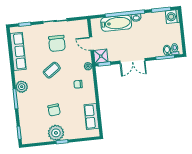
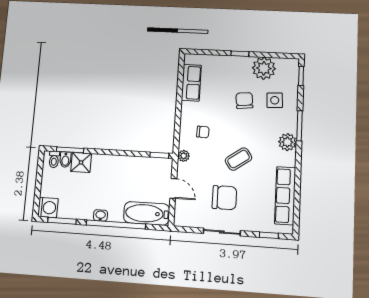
bathtub: (116, 23) -> (147, 213), moved
chair: (57, 43) -> (224, 198), turned 90
shower: (101, 56) -> (81, 162), moved
double door: (132, 61) -> (118, 153), removed
side table: (34, 113) -> (275, 100), added
plant: (56, 133) -> (264, 68), moved

